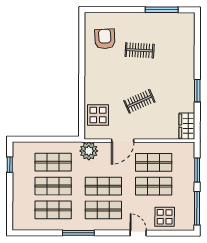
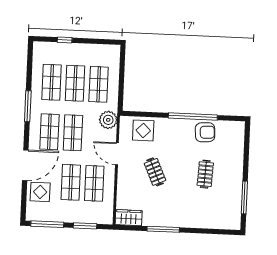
armchair: (105, 39) -> (205, 132), moved
window: (82, 65) -> (193, 117), added
window: (197, 91) -> (163, 229), width x1.44
window: (10, 165) -> (65, 40), moved
door: (138, 233) -> (25, 165), width x1.88

